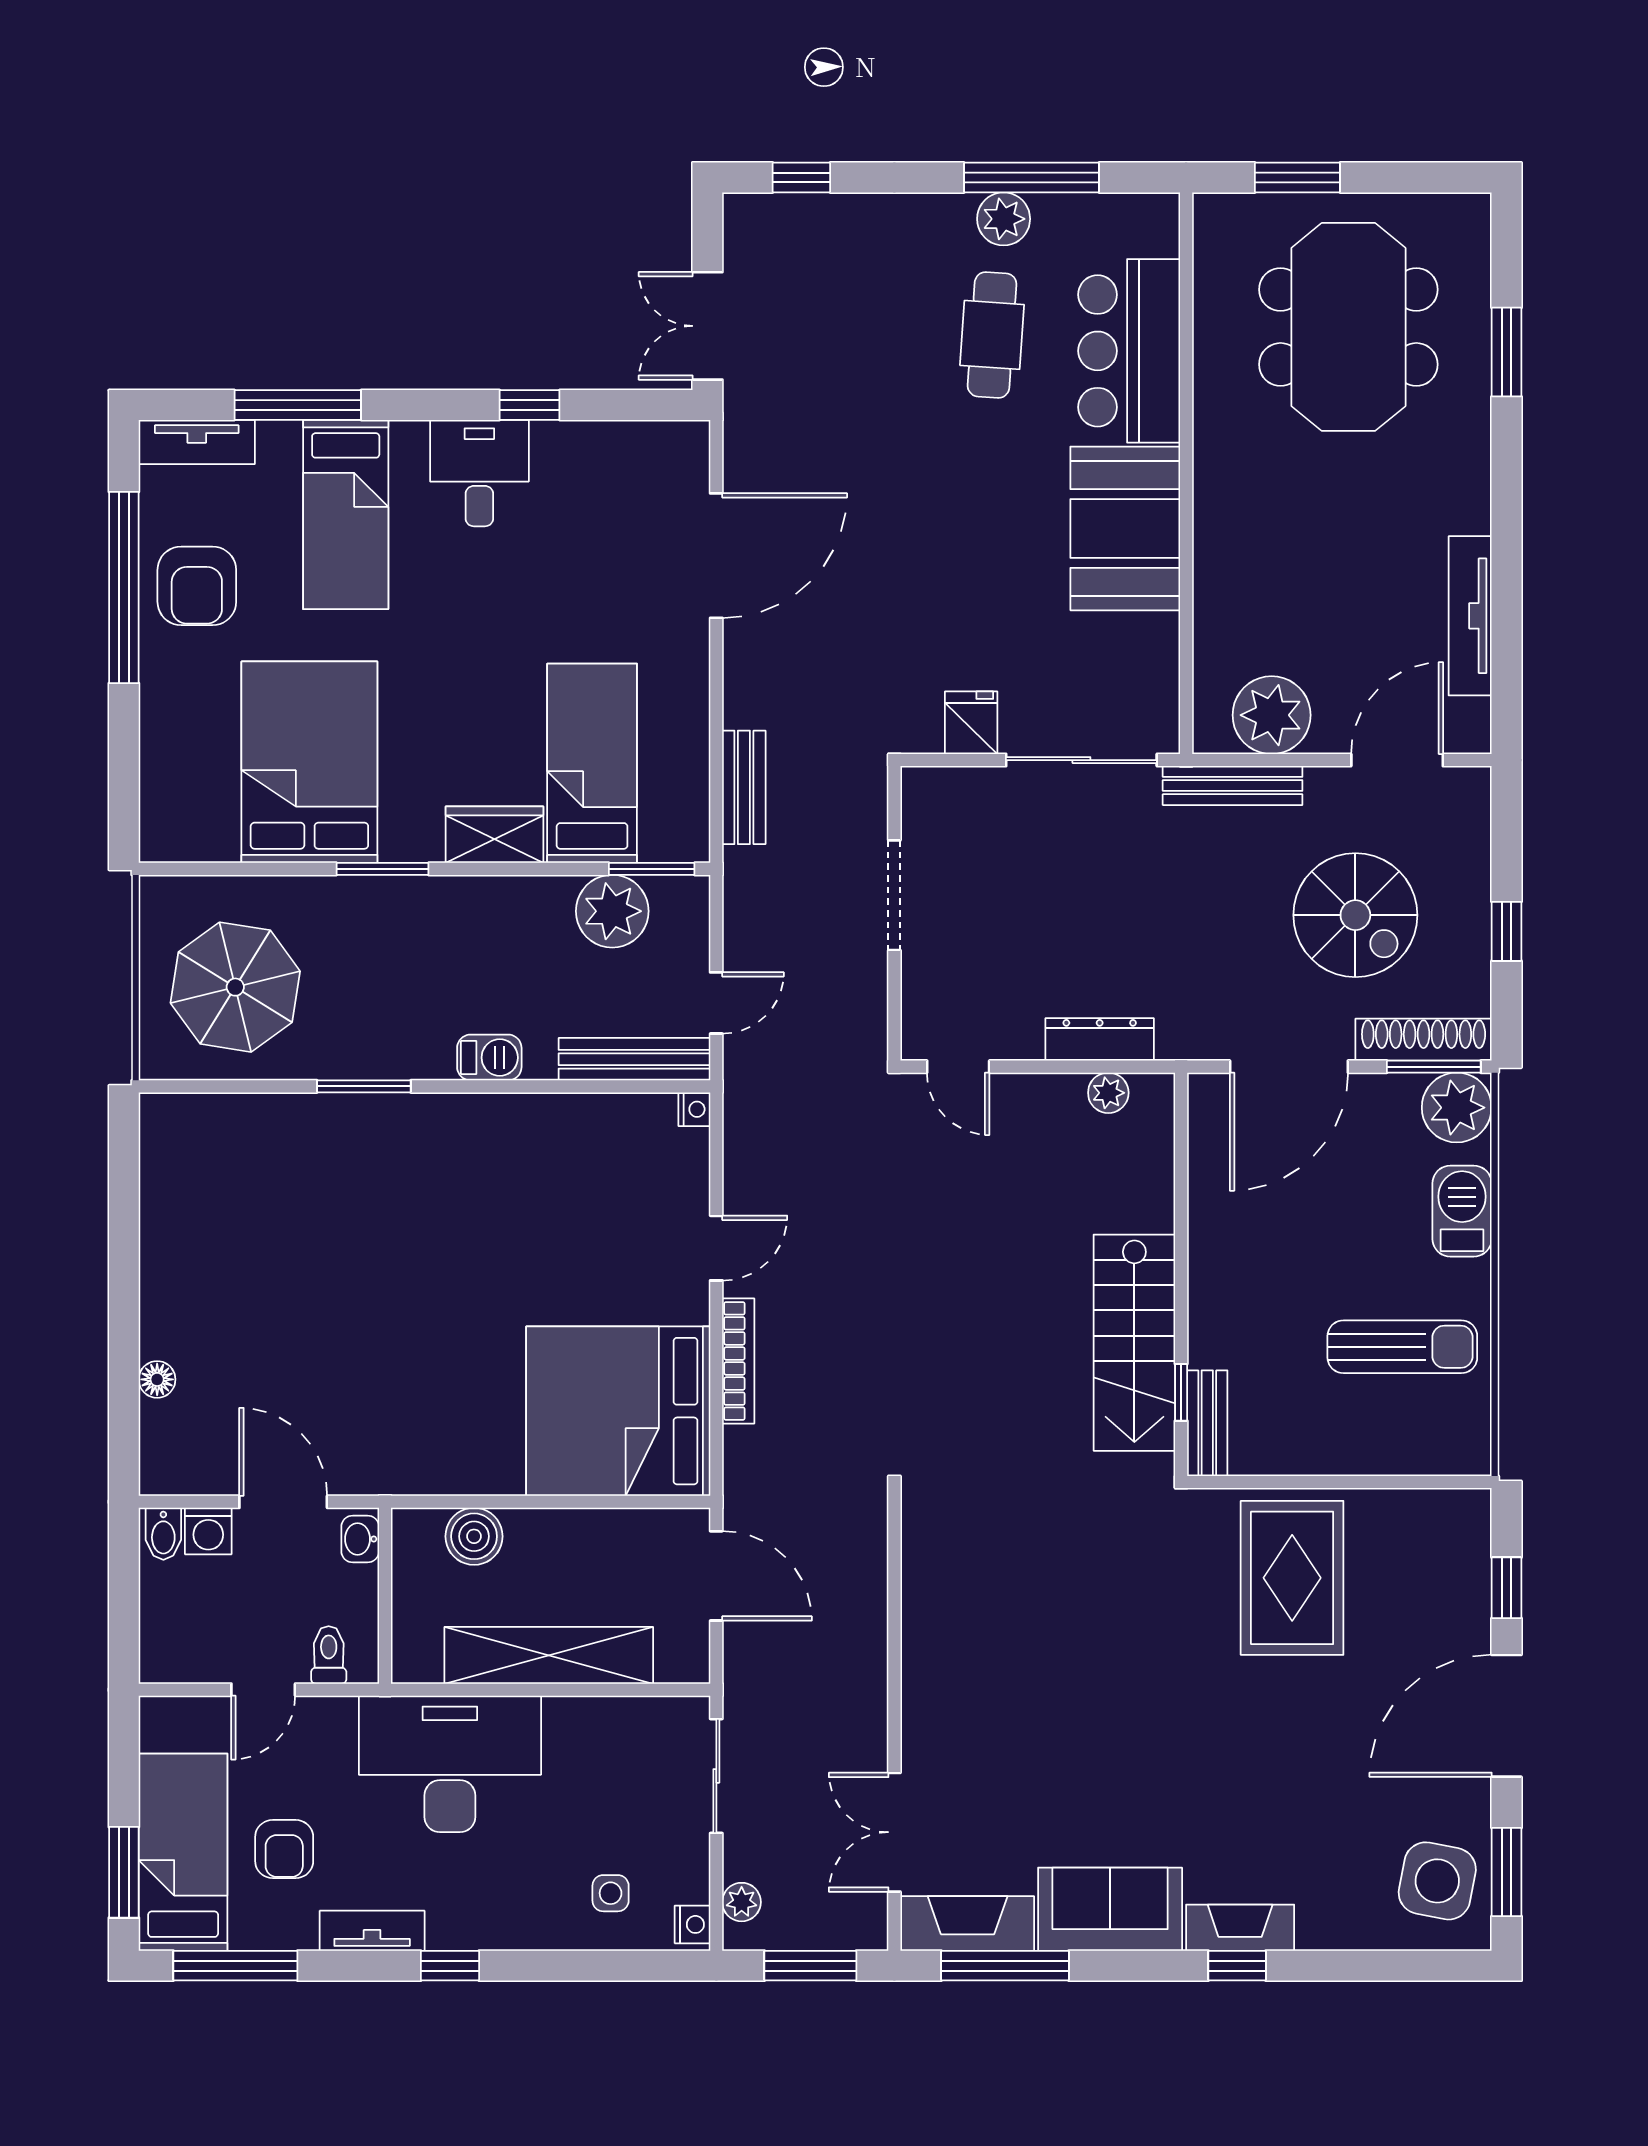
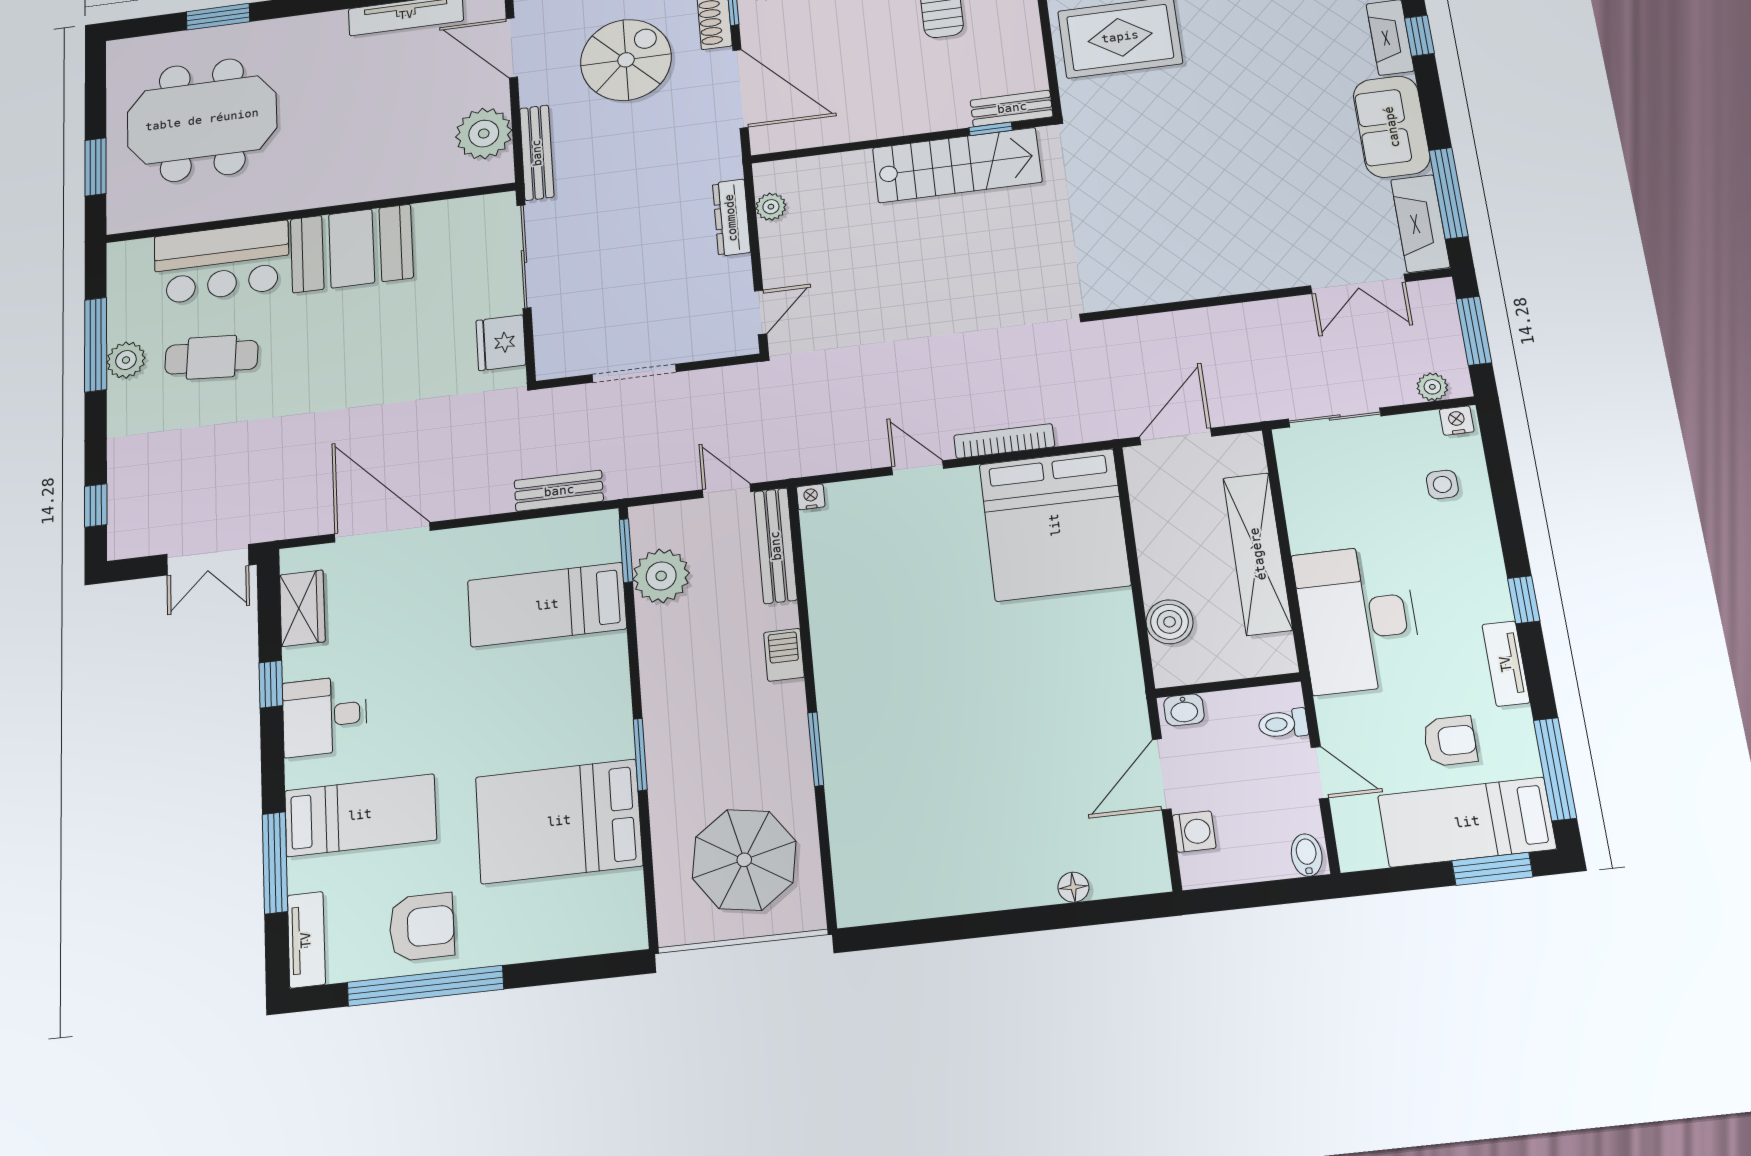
fridge: (971, 723) -> (501, 343), width x1.38
wardrobe: (494, 835) -> (302, 608), moved, turned 180
bidet: (163, 1534) -> (1307, 855), moved, turned -90

